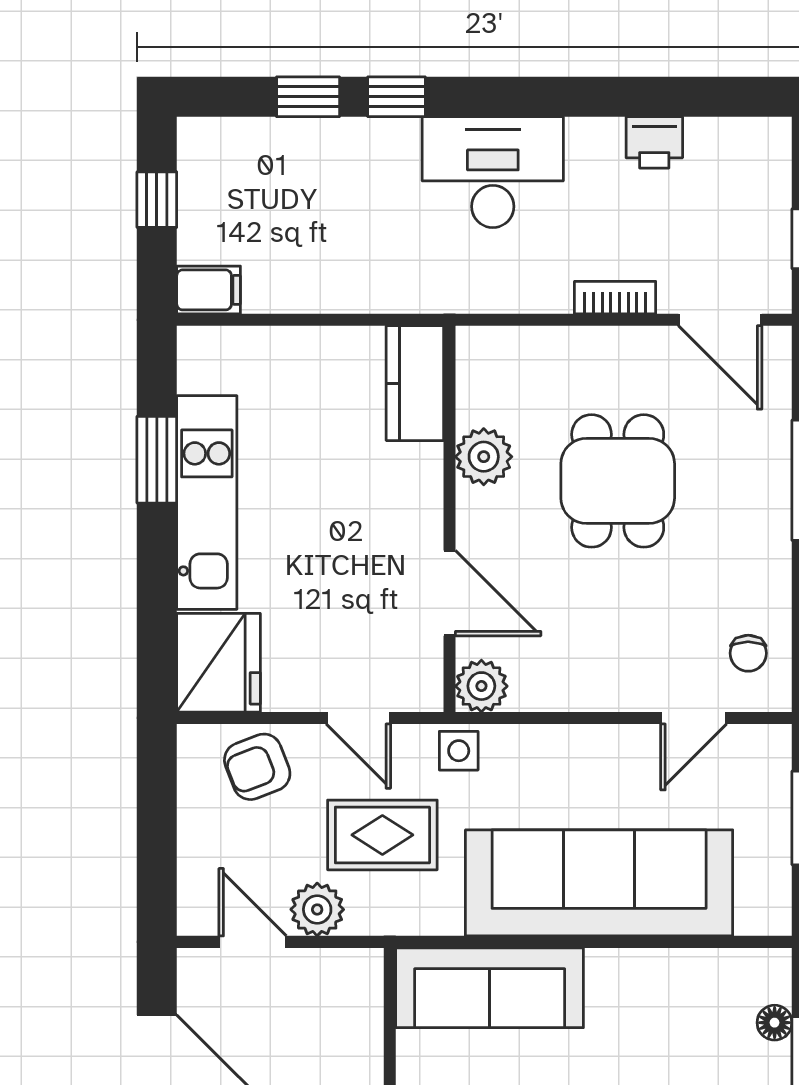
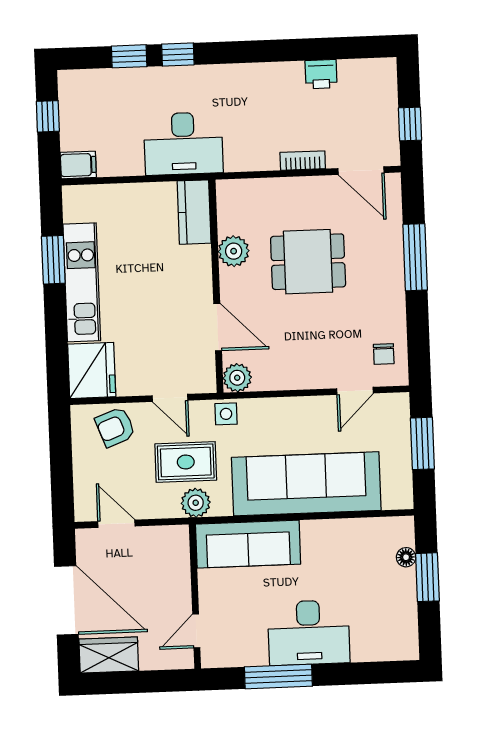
desk: (493, 172) -> (183, 144), moved, turned 180
dining table: (618, 481) -> (308, 262), turned 90
plant: (317, 909) -> (196, 503), moved

